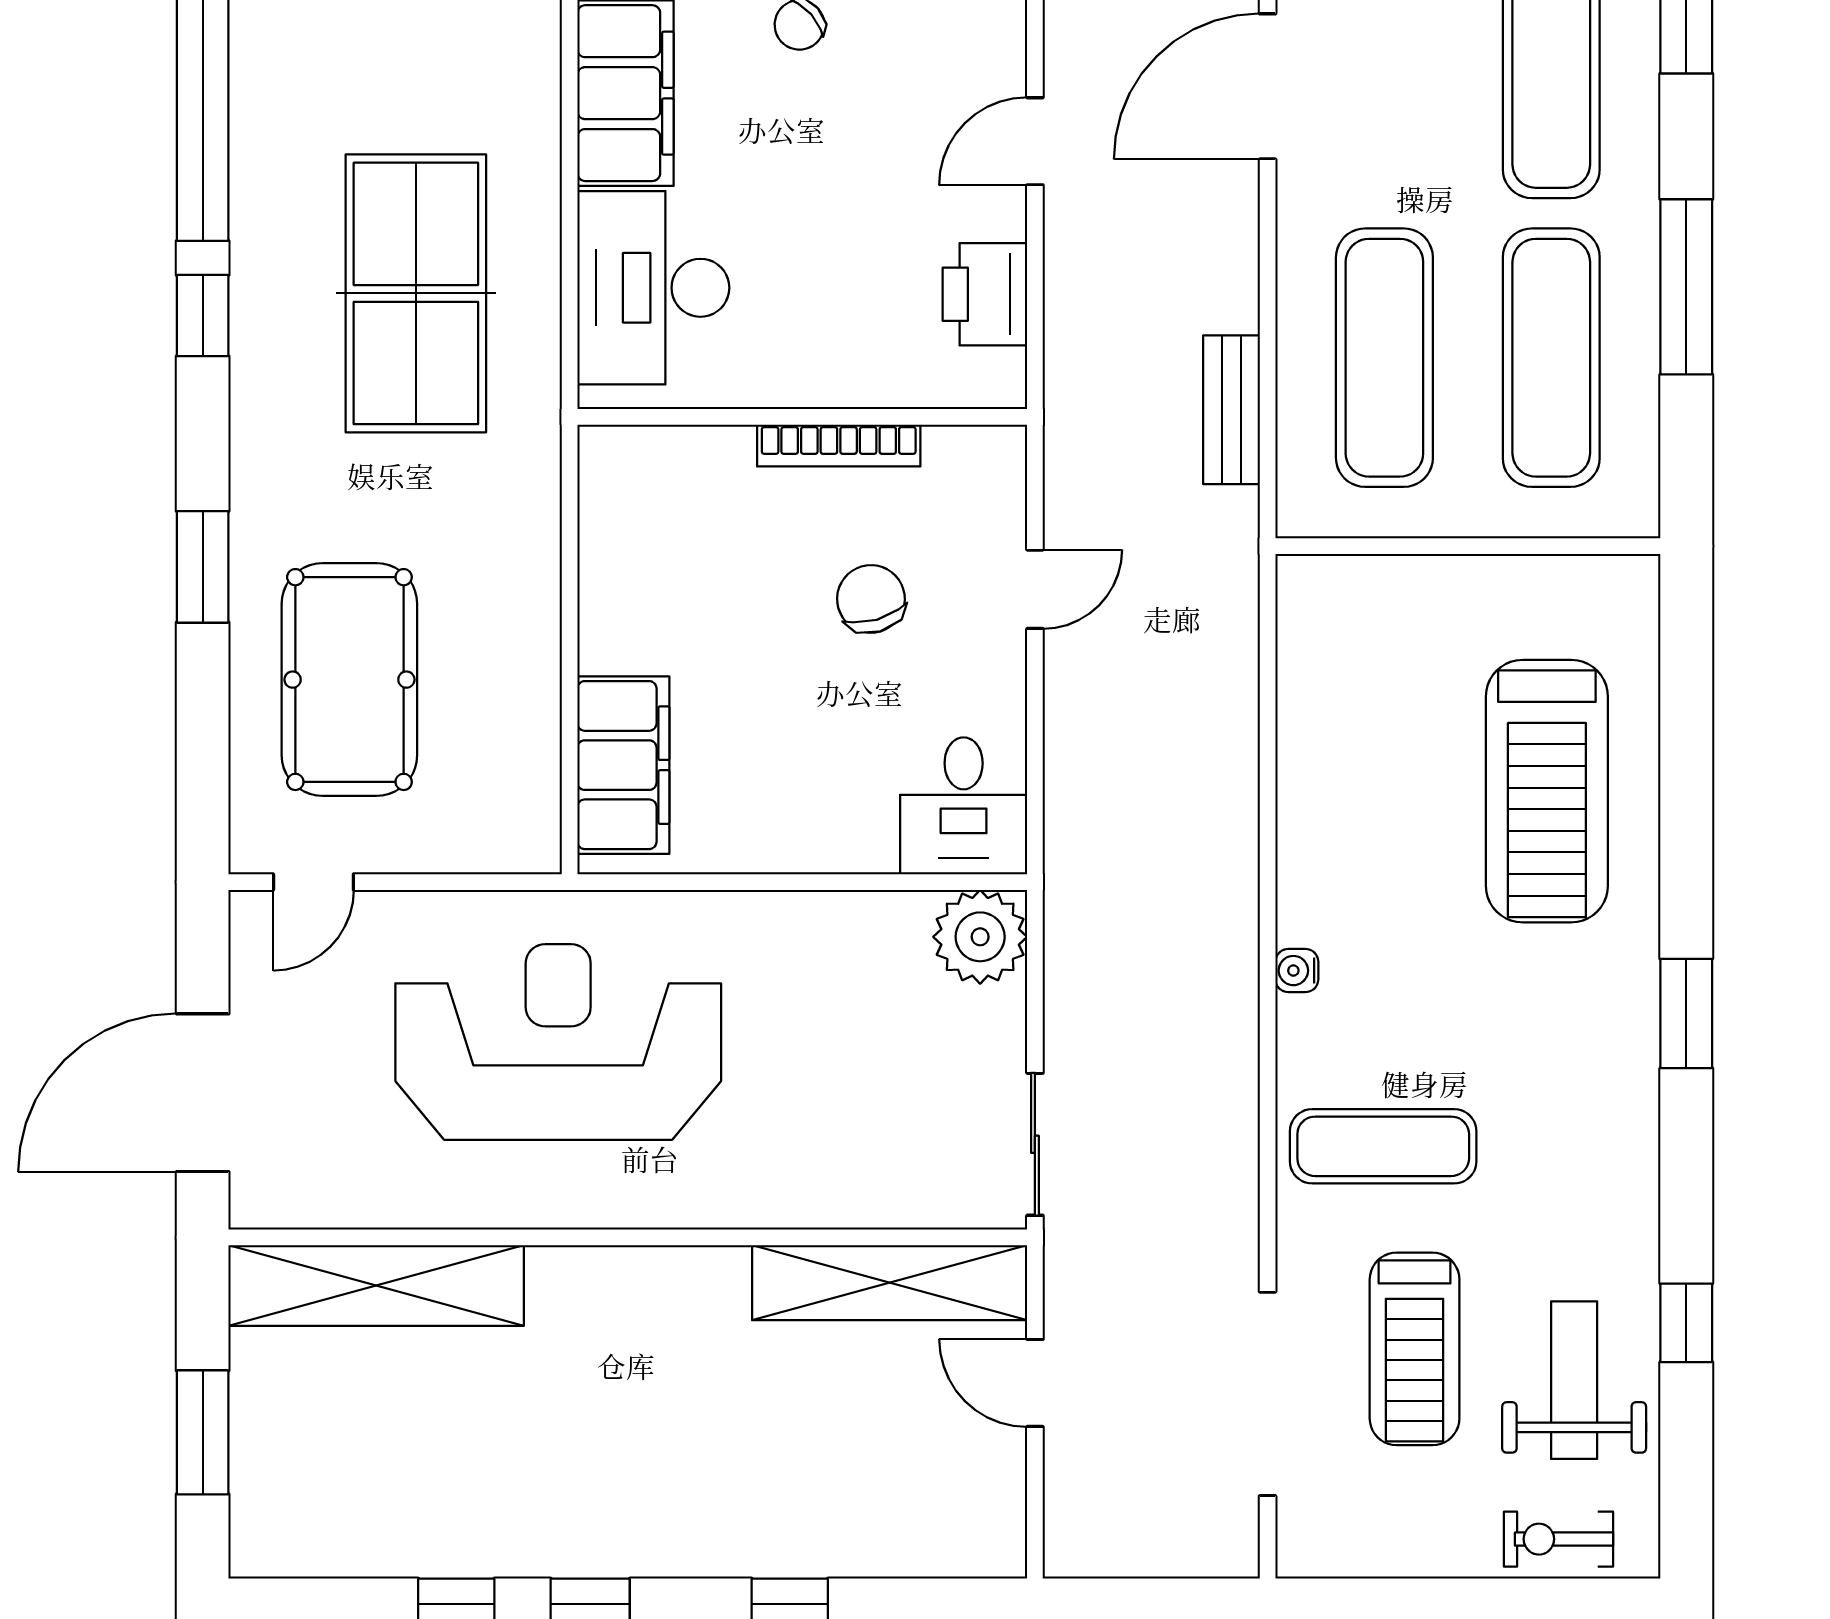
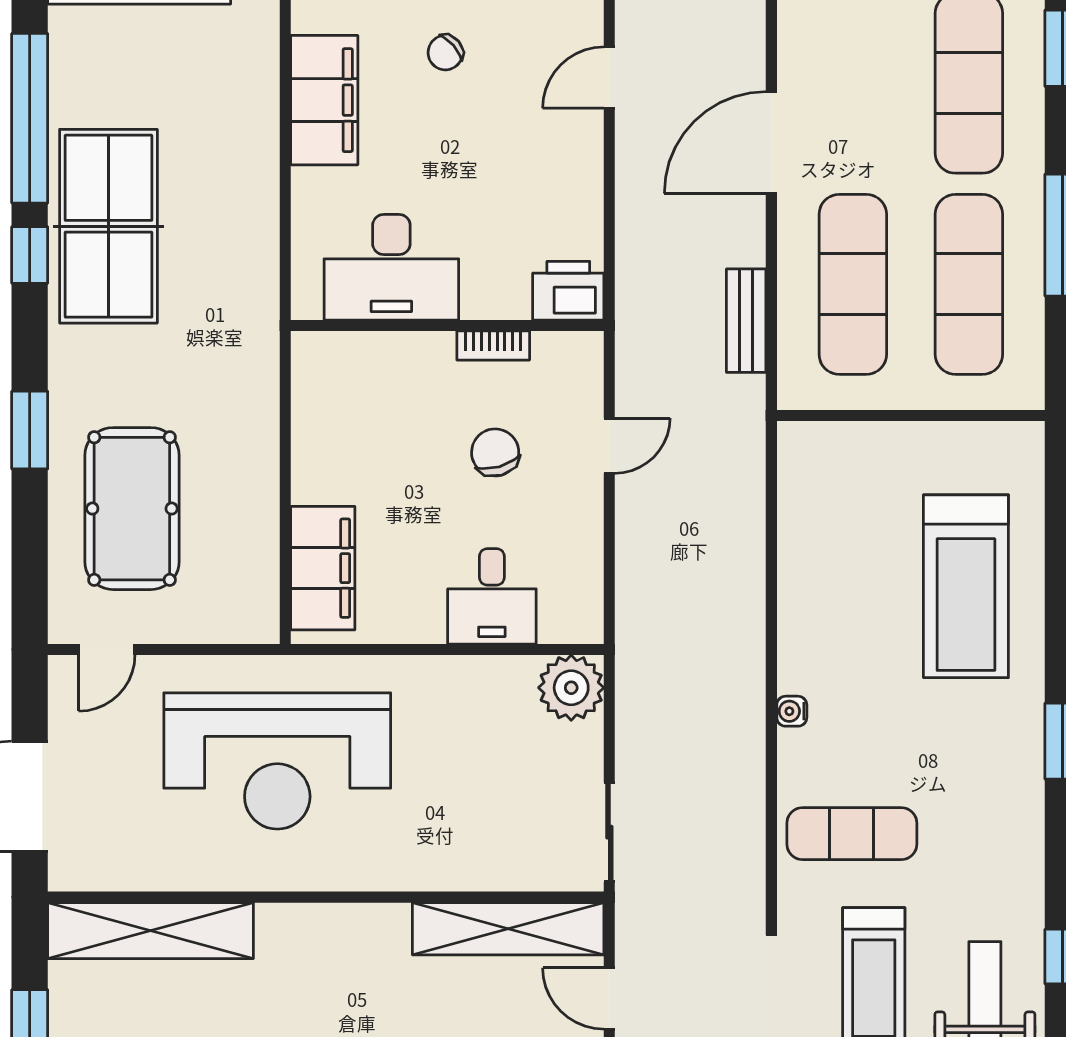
door: (1268, 86) -> (771, 142), moved
door: (1035, 141) -> (609, 78), moved
desk: (653, 288) -> (391, 267), moved, turned -90
table tennis table: (416, 293) -> (108, 226), moved
printer: (985, 294) -> (568, 291), moved, turned 90
bookcase: (839, 445) -> (493, 346), width x0.64
desk: (964, 806) -> (492, 596), moved
reception desk: (558, 1042) -> (277, 761), turned 180

